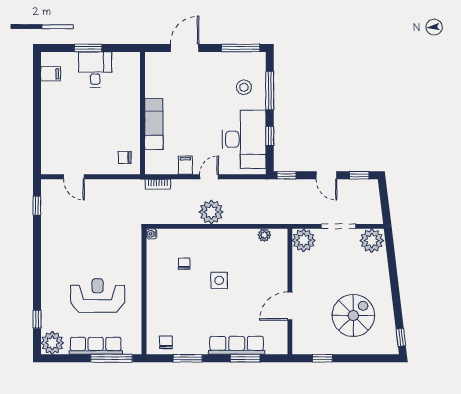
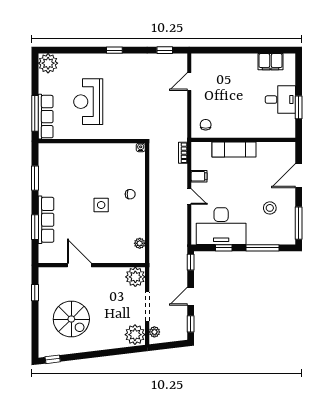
window: (88, 48) -> (299, 107), moved
door: (185, 48) -> (299, 176), swing flipped
filing cabinet: (51, 74) -> (270, 62), width x2.00
stool: (244, 87) -> (270, 208), moved
plant: (211, 212) -> (154, 332), moved, width x0.53, depth x0.53
chair: (184, 264) -> (130, 194), moved
reception desk: (98, 295) -> (88, 102), turned 180
window: (37, 319) -> (114, 50), moved
chair: (166, 342) -> (49, 160), removed
row of seats: (96, 346) -> (46, 117), moved

